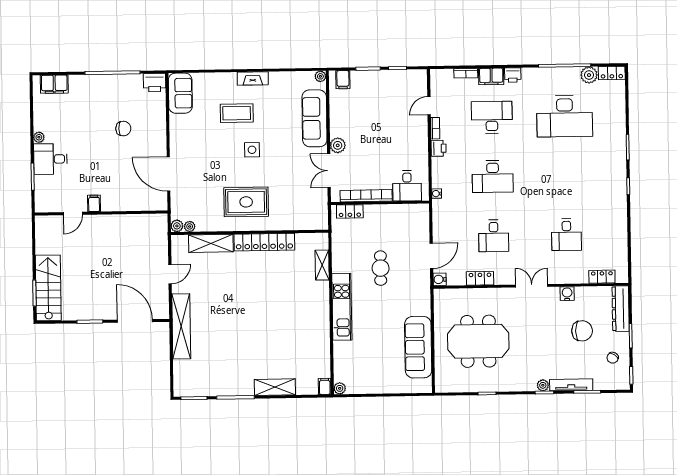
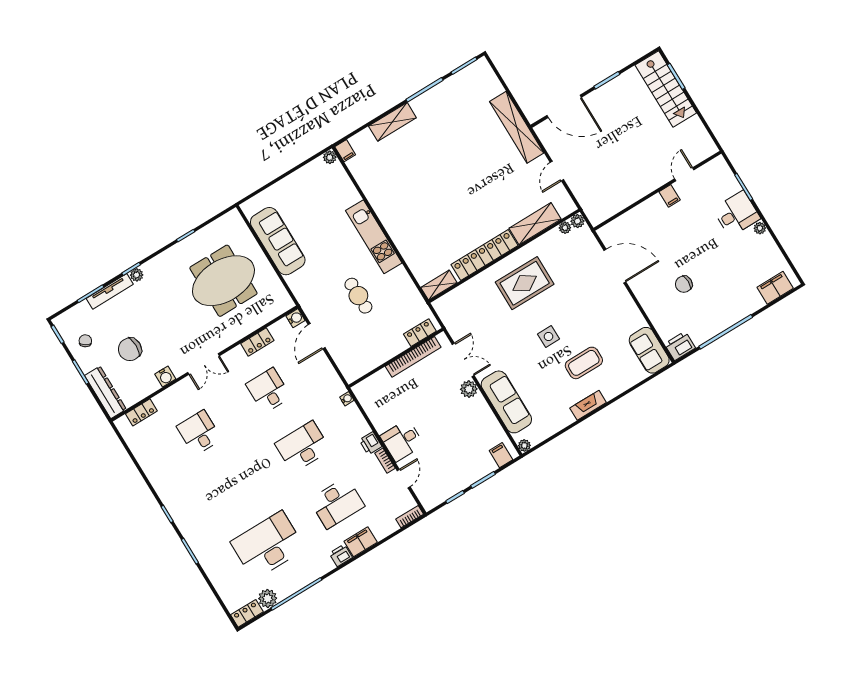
bookcase: (466, 73) -> (410, 517), moved
desk: (407, 186) -> (402, 440), moved, turned -90
shelving: (322, 265) -> (439, 285), moved, turned 90

